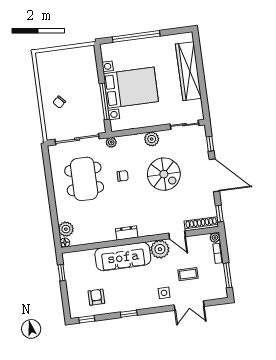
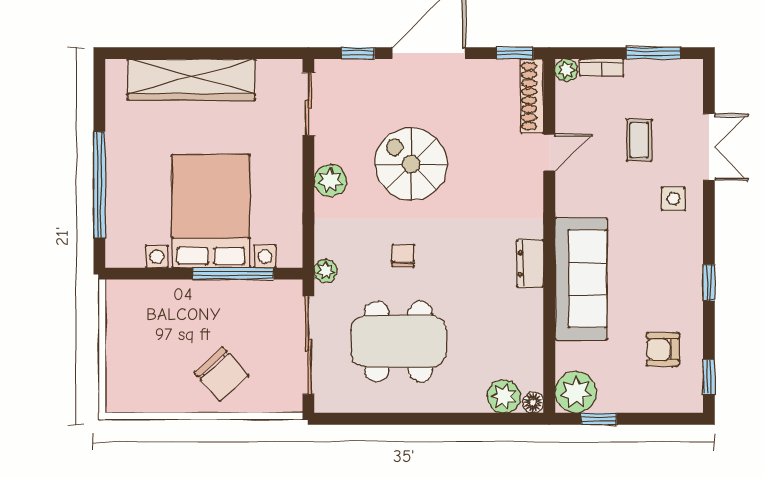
chair: (59, 102) -> (221, 374), width x1.87, depth x1.87
spiral stairs: (164, 174) -> (411, 164), turned -90
plant: (160, 249) -> (576, 392), moved

